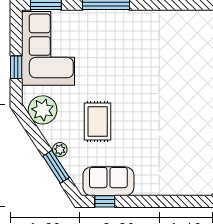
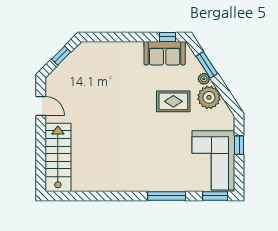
plant: (43, 110) -> (209, 97), moved
rug: (98, 122) -> (173, 101), turned 90

